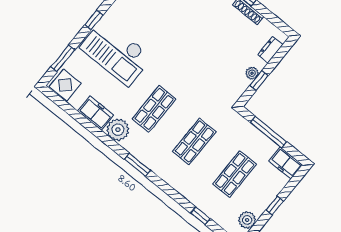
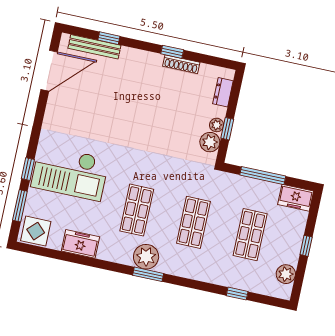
window: (94, 20) -> (28, 169), moved
plant: (240, 84) -> (210, 142), added
plant: (118, 130) -> (146, 257), moved

